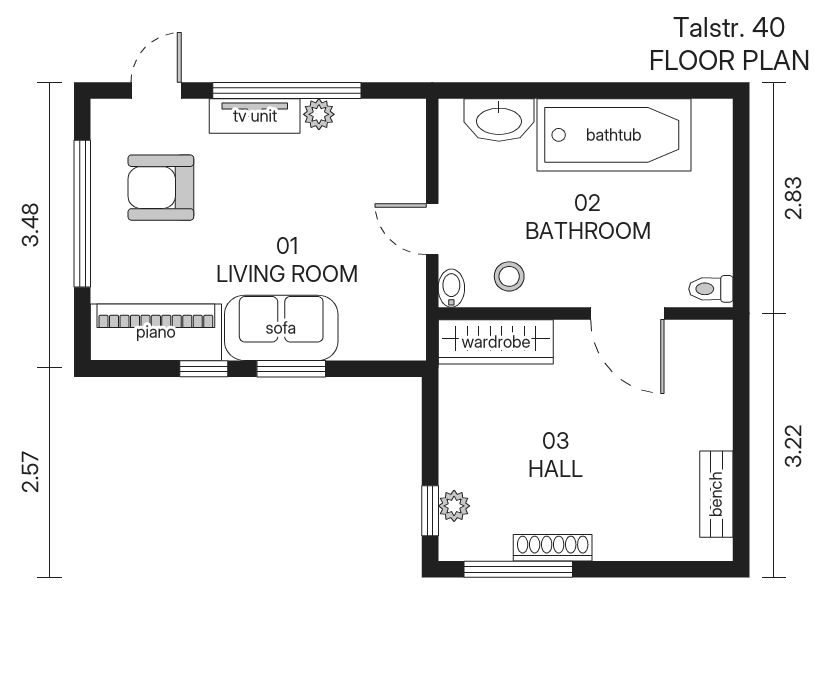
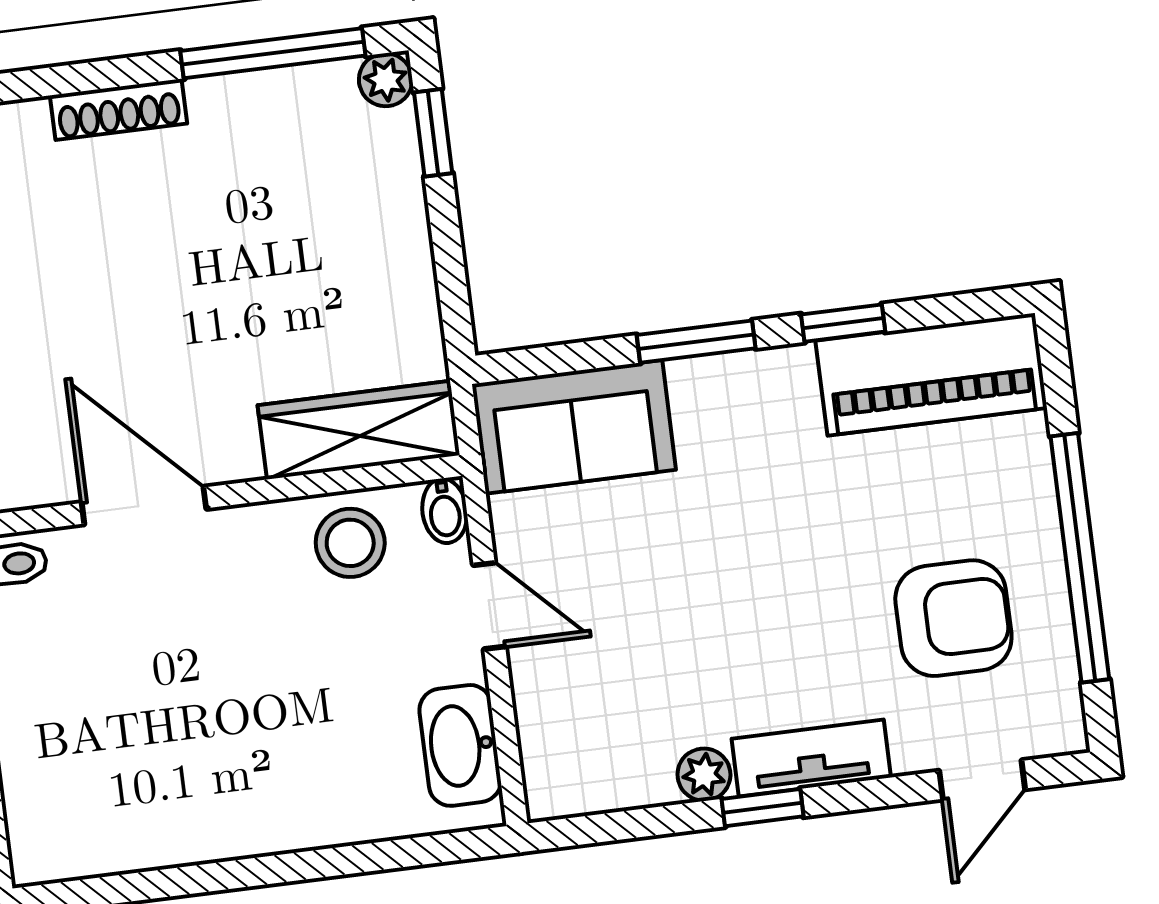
window: (287, 91) -> (763, 808), width x0.32
washbasin: (499, 120) -> (460, 745), moved, turned -90
bathtub: (614, 135) -> (204, 803), removed
stool: (509, 276) -> (350, 543), width x1.37, depth x1.37
sofa: (281, 328) -> (574, 427), moved
plant: (454, 506) -> (386, 80), moved
shoe rack: (553, 548) -> (119, 109), moved

